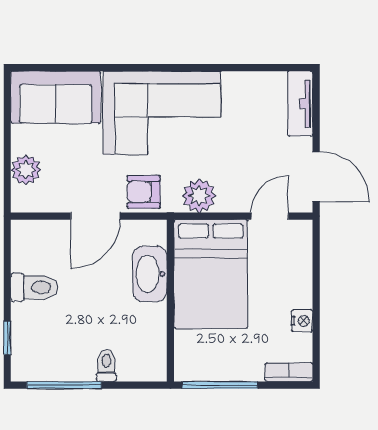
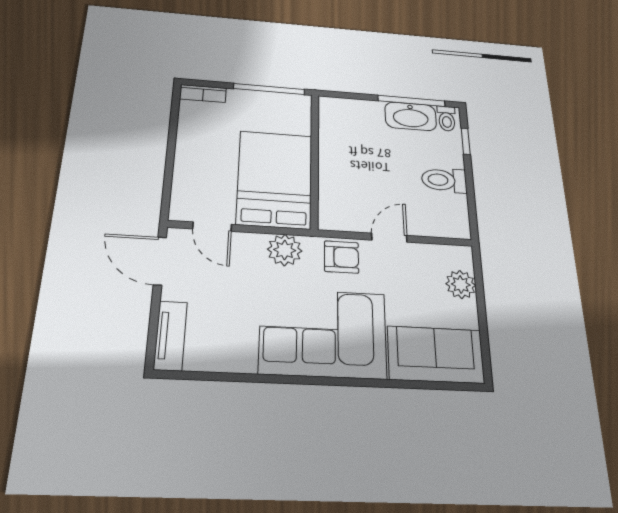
door: (95, 216) -> (389, 238), width x0.73
door: (270, 216) -> (212, 227), hinge flipped
washbasin: (150, 274) -> (411, 116), moved, turned 90
nightstand: (302, 321) -> (187, 133), removed
toilet: (106, 366) -> (447, 119), moved

